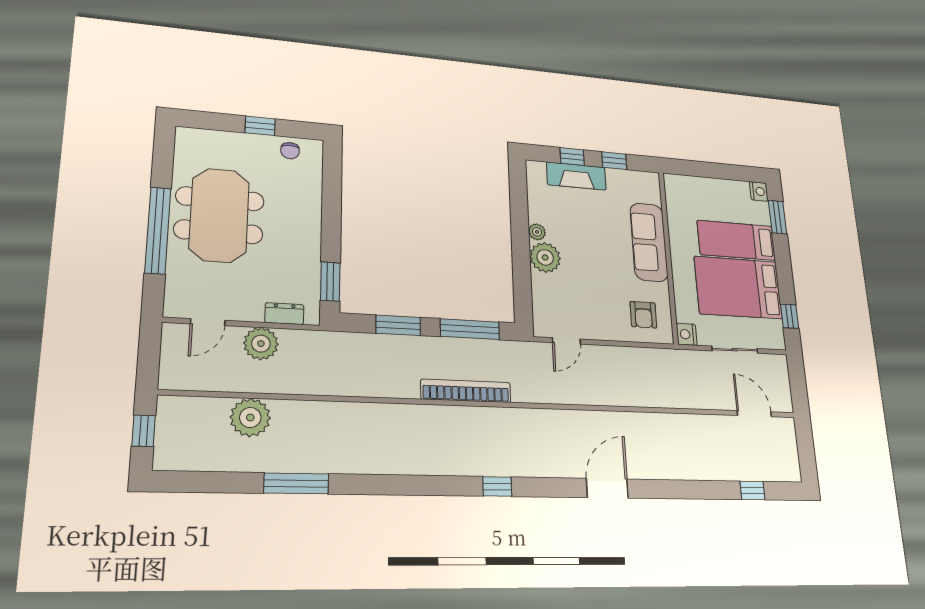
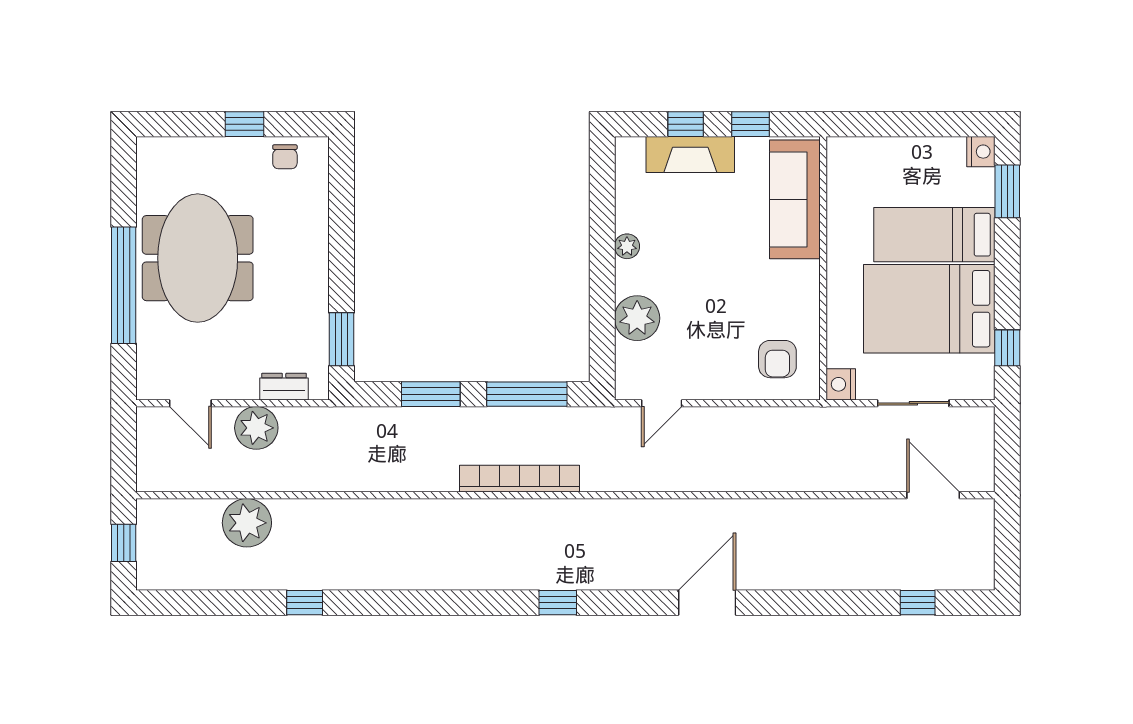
sofa: (649, 242) -> (795, 199), moved
plant: (545, 257) -> (637, 318), moved
door: (208, 322) -> (190, 403), hinge flipped
window: (296, 483) -> (305, 603), width x0.46

